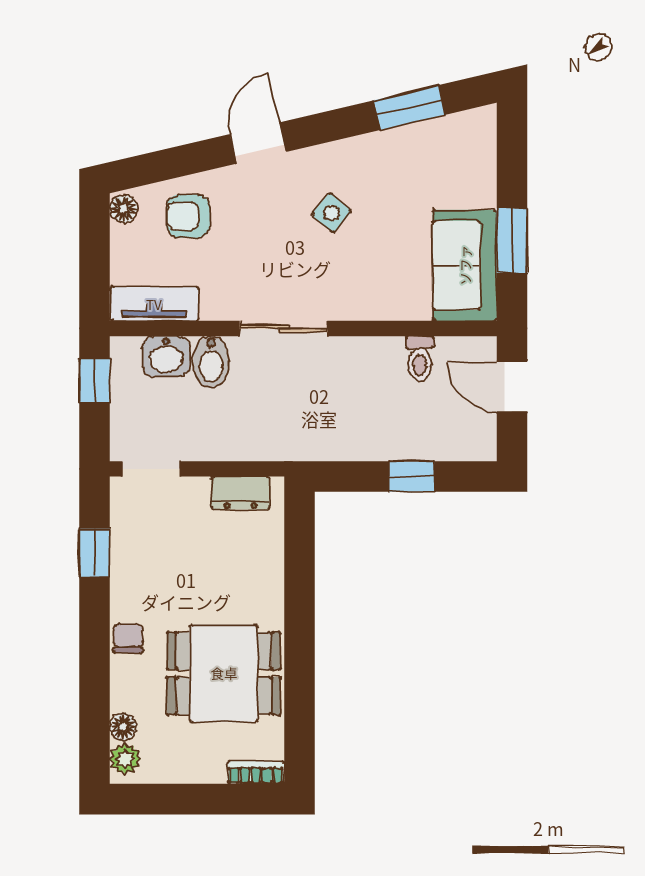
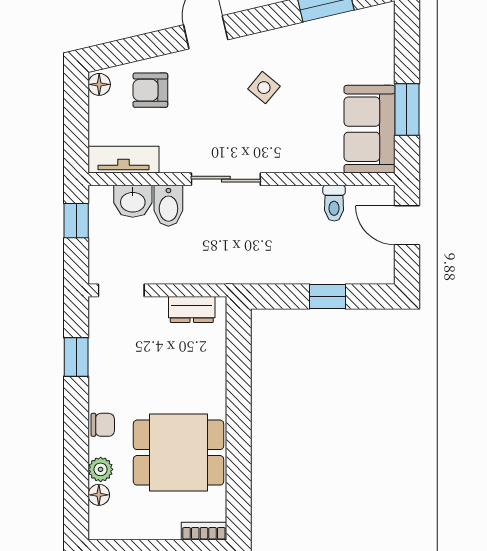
chair: (128, 638) -> (103, 425), turned 90
plant: (125, 759) -> (101, 469), moved

